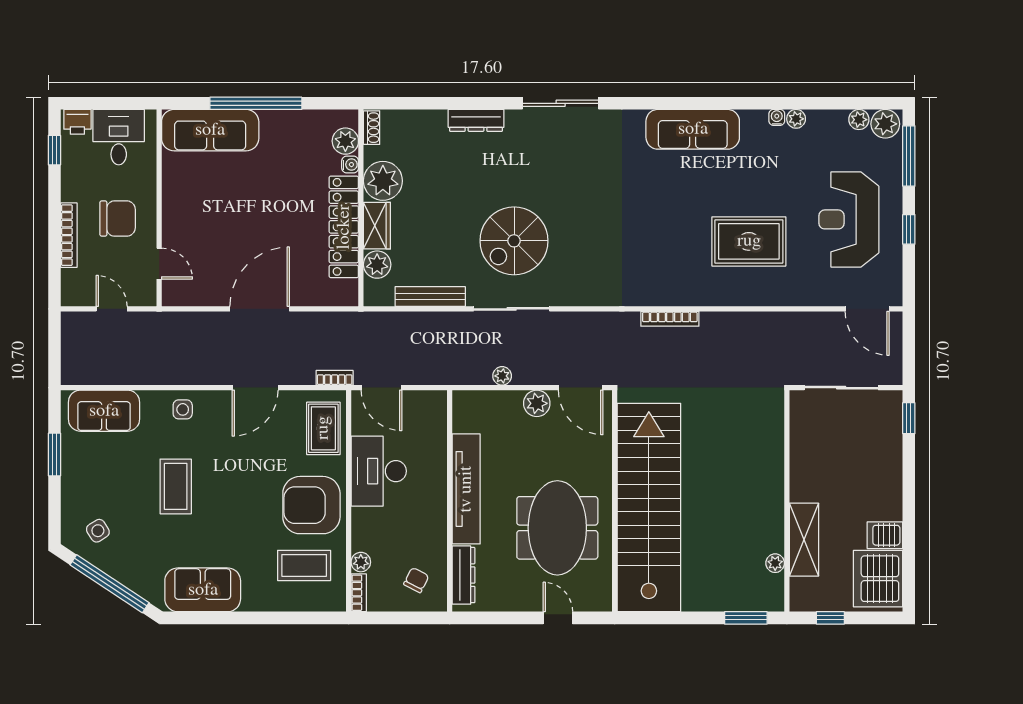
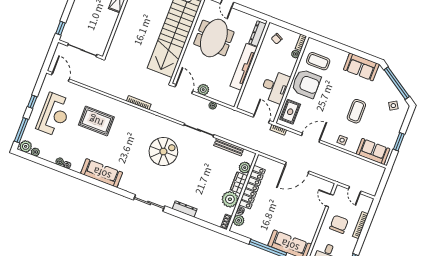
chair: (118, 219) -> (339, 224), turned 90
spiral stairs: (514, 241) -> (163, 151), moved

